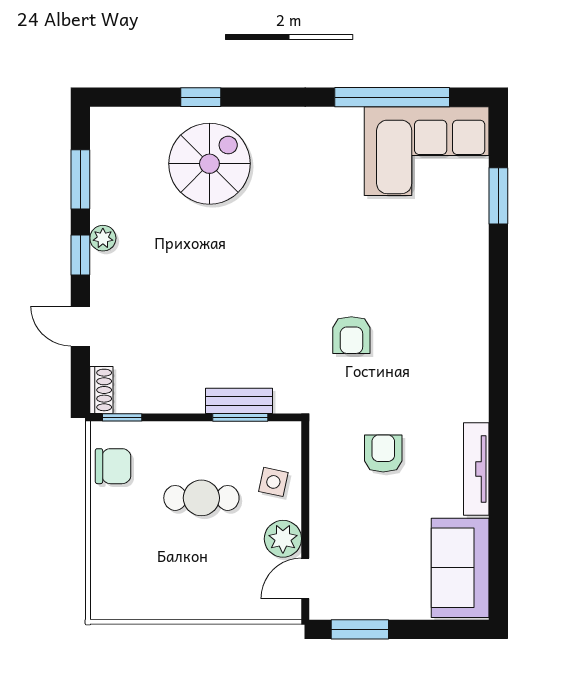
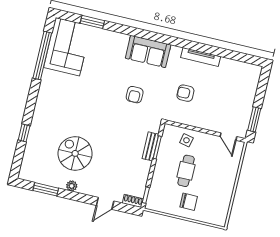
spiral stairs: (209, 164) -> (75, 153), moved
window: (80, 255) -> (76, 197), removed
armchair: (351, 335) -> (135, 95), turned 90
chair: (113, 466) -> (189, 202), moved, turned 90
plant: (283, 539) -> (210, 142), removed
sofa: (460, 568) -> (148, 51), moved

